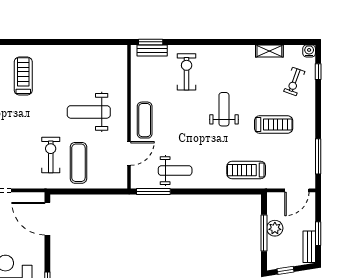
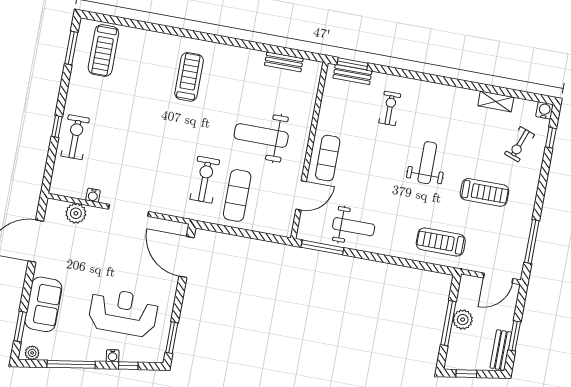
bench: (96, 50) -> (284, 62), added
exercise bike: (187, 72) -> (390, 108), width x0.73, depth x0.72

